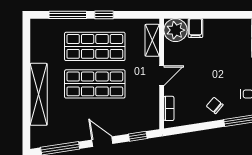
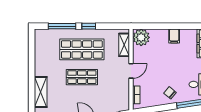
filing cabinet: (195, 28) -> (174, 36), moved
shop shelf: (95, 84) -> (82, 77), width x0.70, depth x0.74
shelving: (39, 94) -> (41, 92), width x0.68

